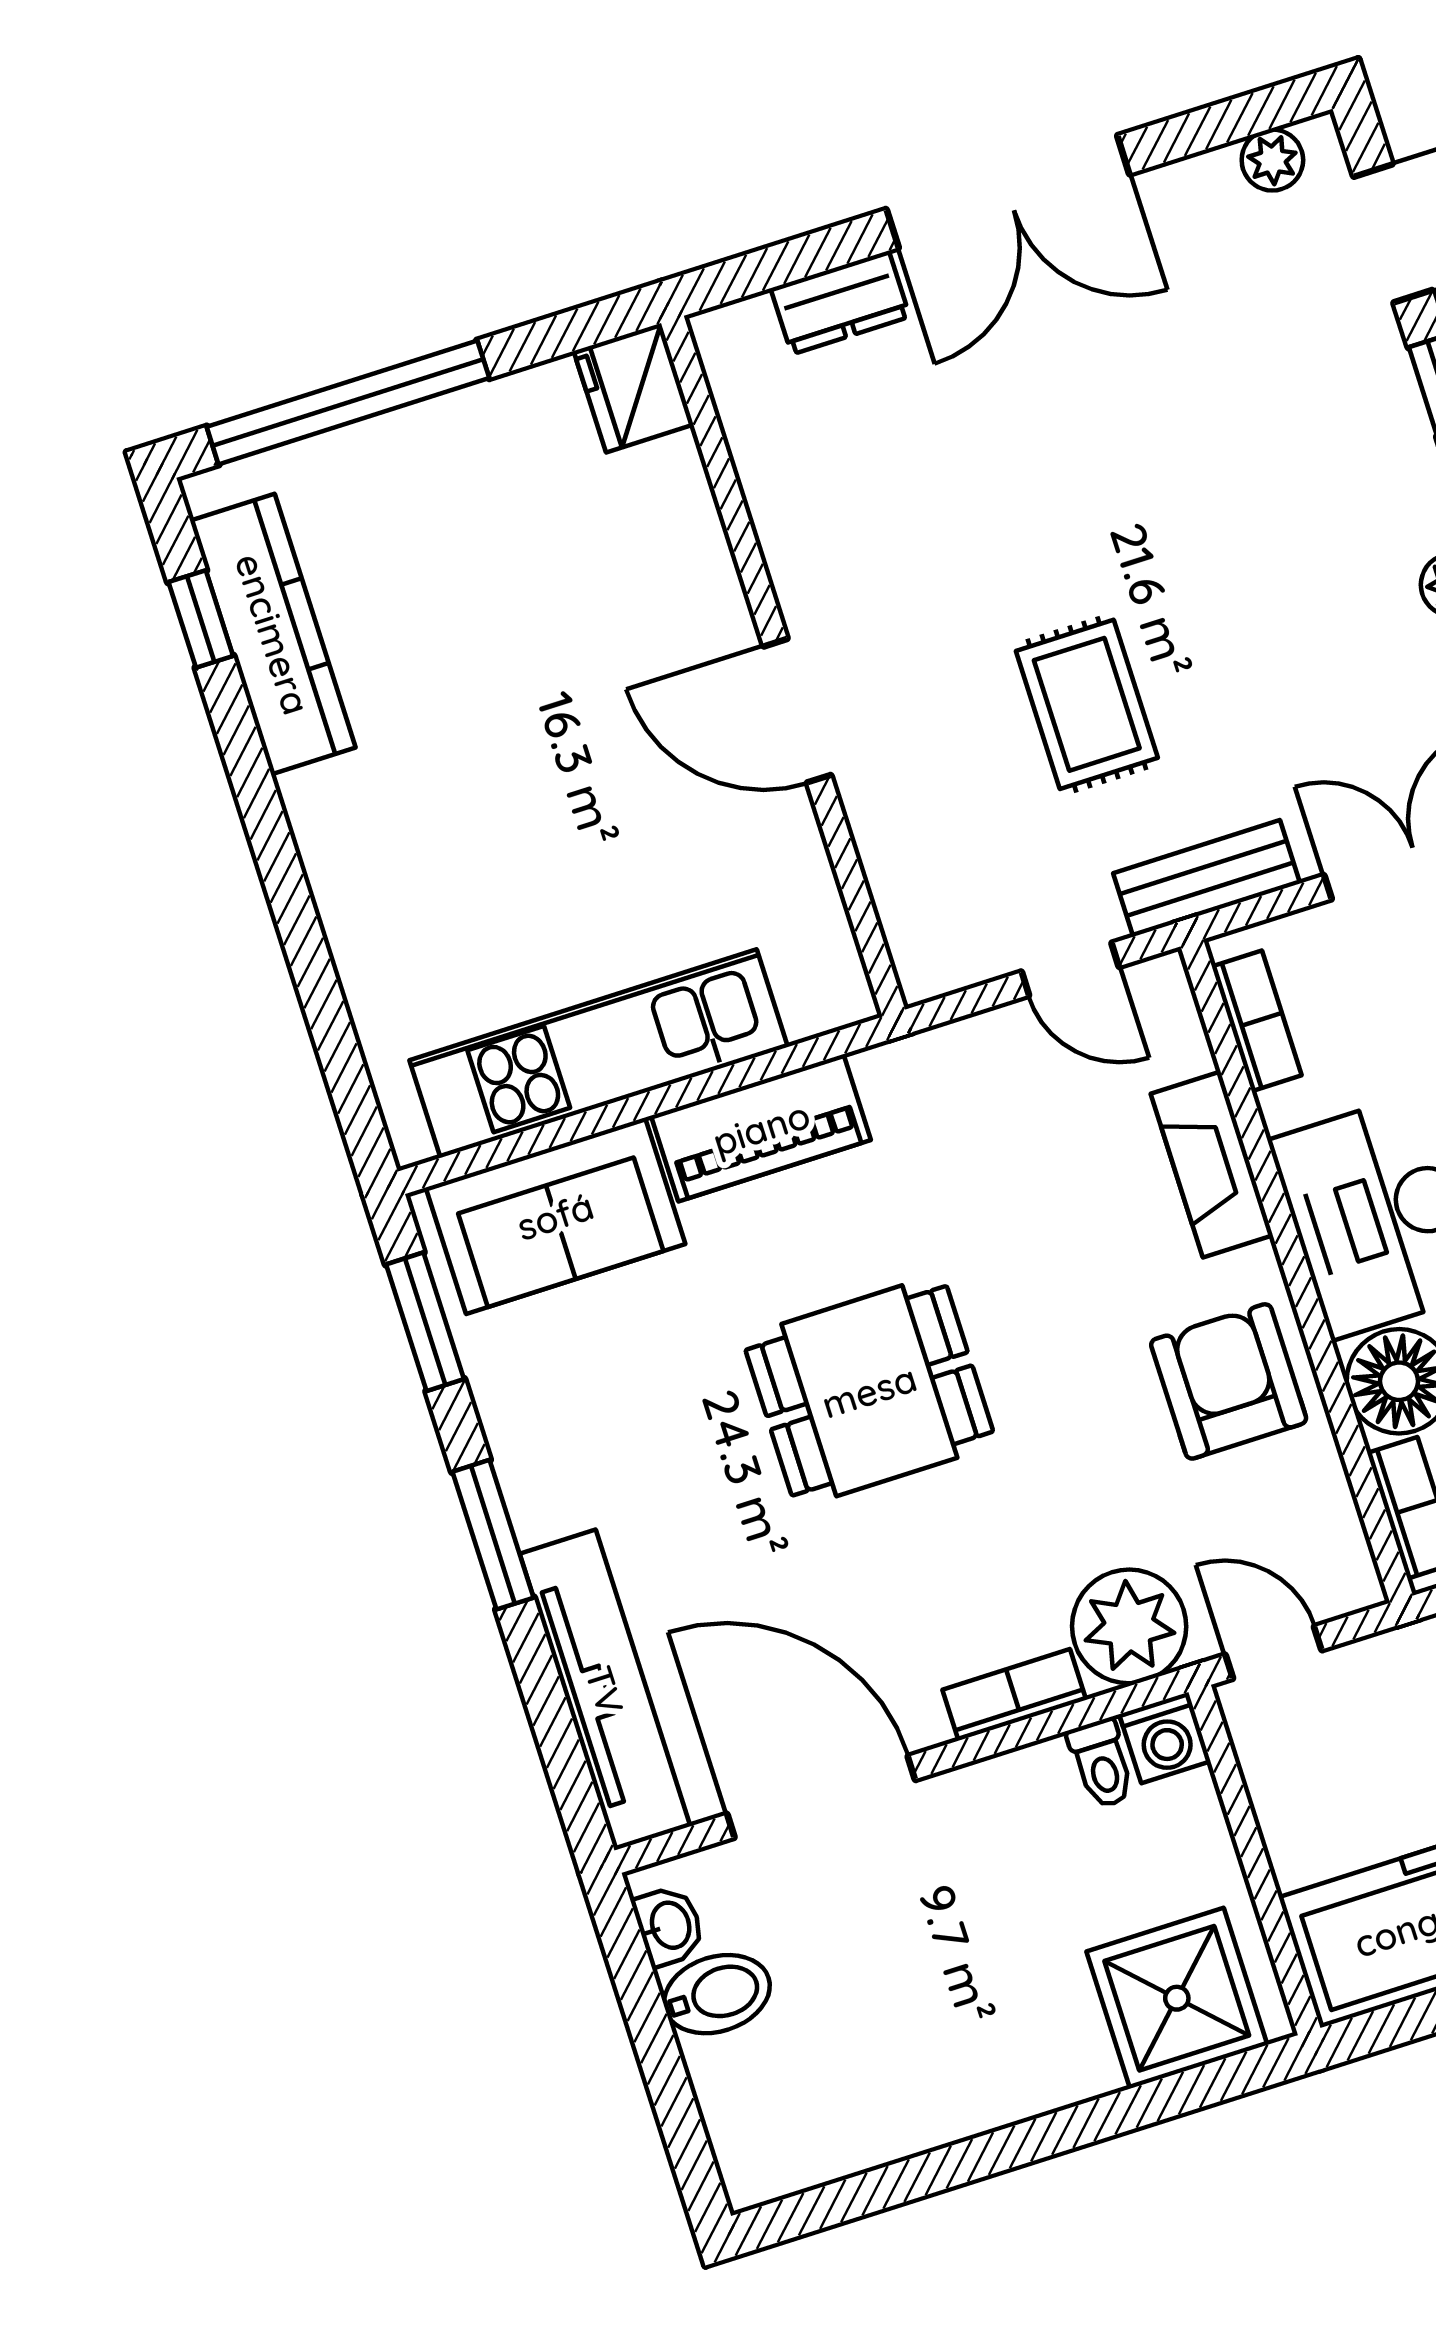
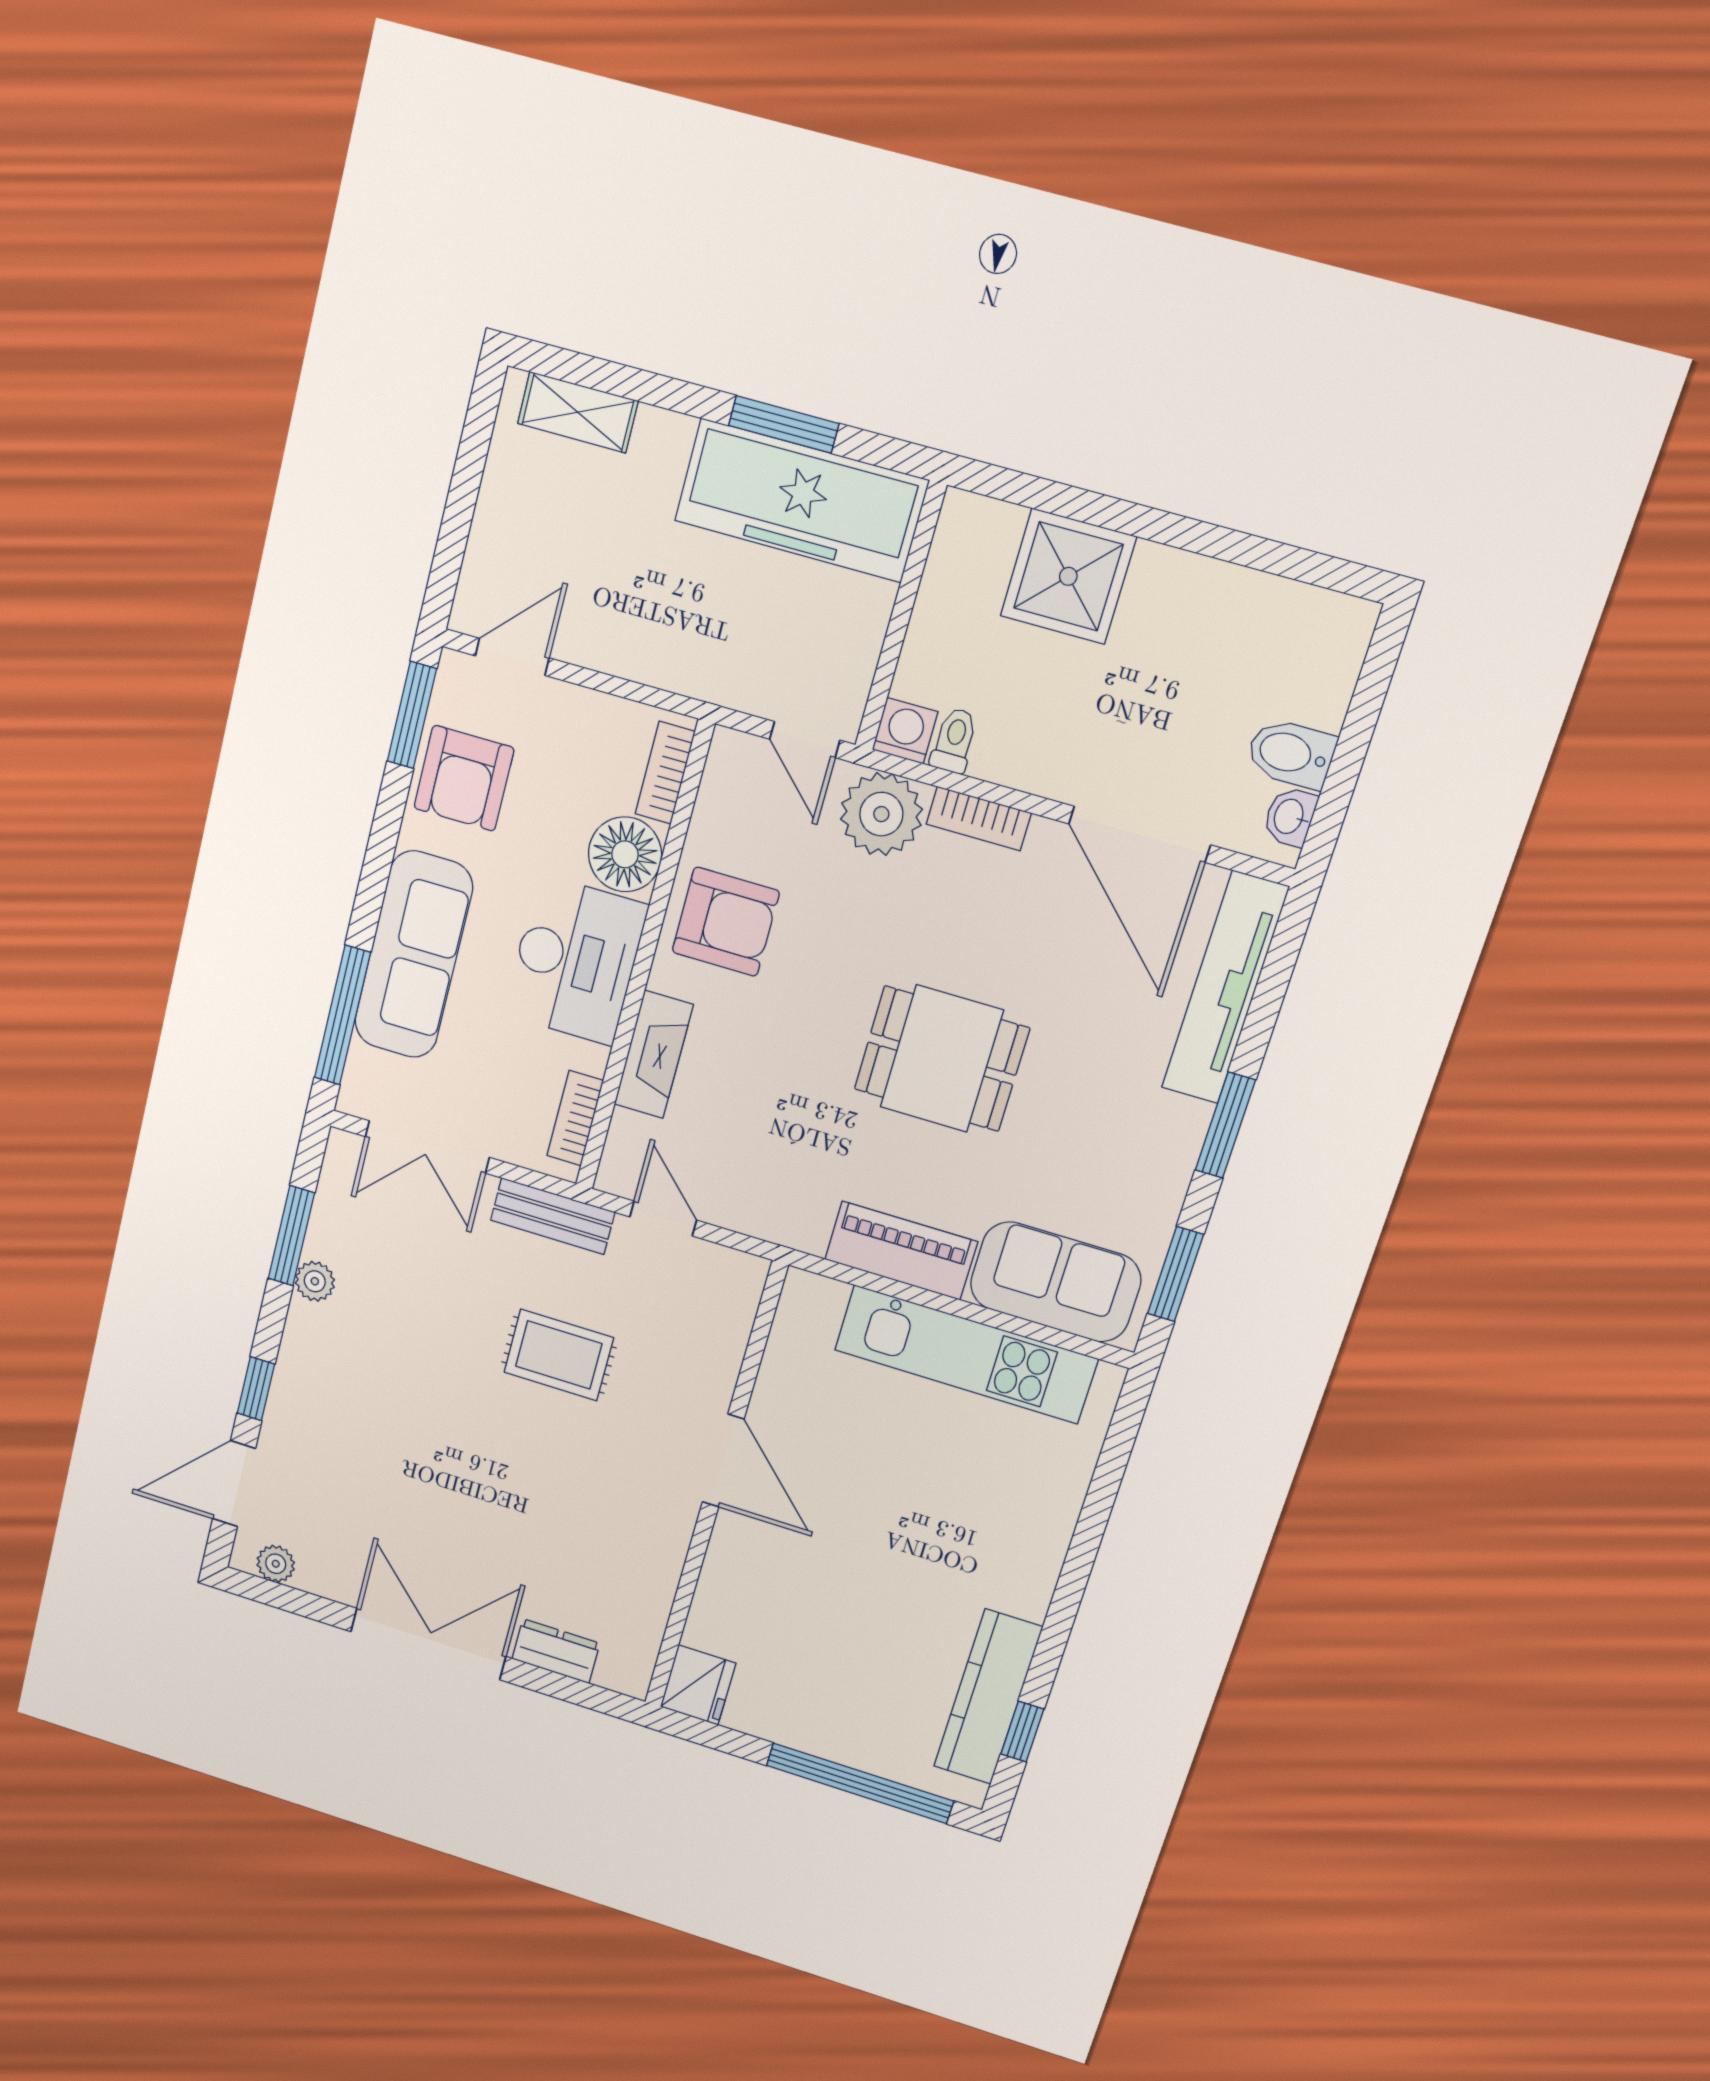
rug: (1087, 704) -> (559, 1355), turned 90
armchair: (1229, 1381) -> (726, 922), turned -90
shower: (1177, 1998) -> (1068, 576), moved

